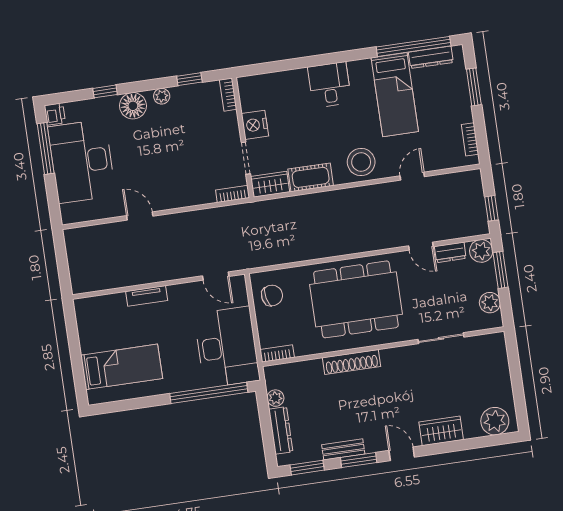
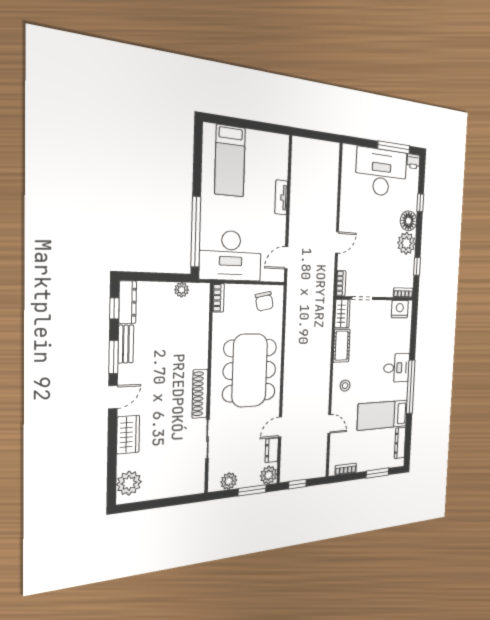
window: (414, 46) -> (411, 387), moved
plant: (162, 96) -> (406, 243), width x1.88, depth x1.88
nightstand: (255, 125) -> (400, 309), moved
stool: (361, 162) -> (345, 386), width x0.53, depth x0.53
door: (140, 216) -> (337, 242), moved
shoe rack: (352, 362) -> (200, 394), moved
dresser: (281, 430) -> (128, 302), moved, turned -90
window: (307, 468) -> (114, 308), width x0.67

